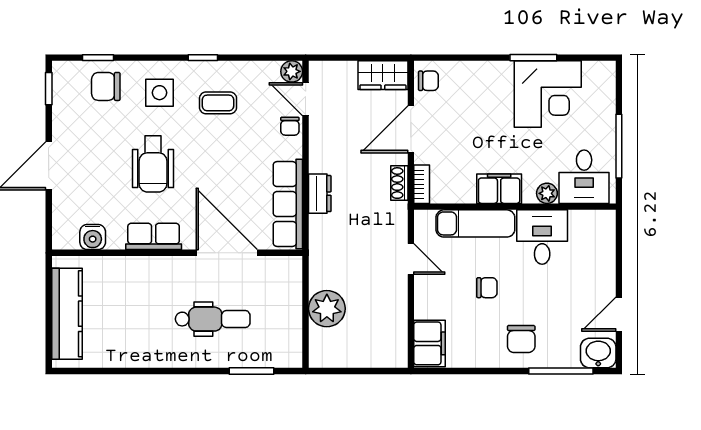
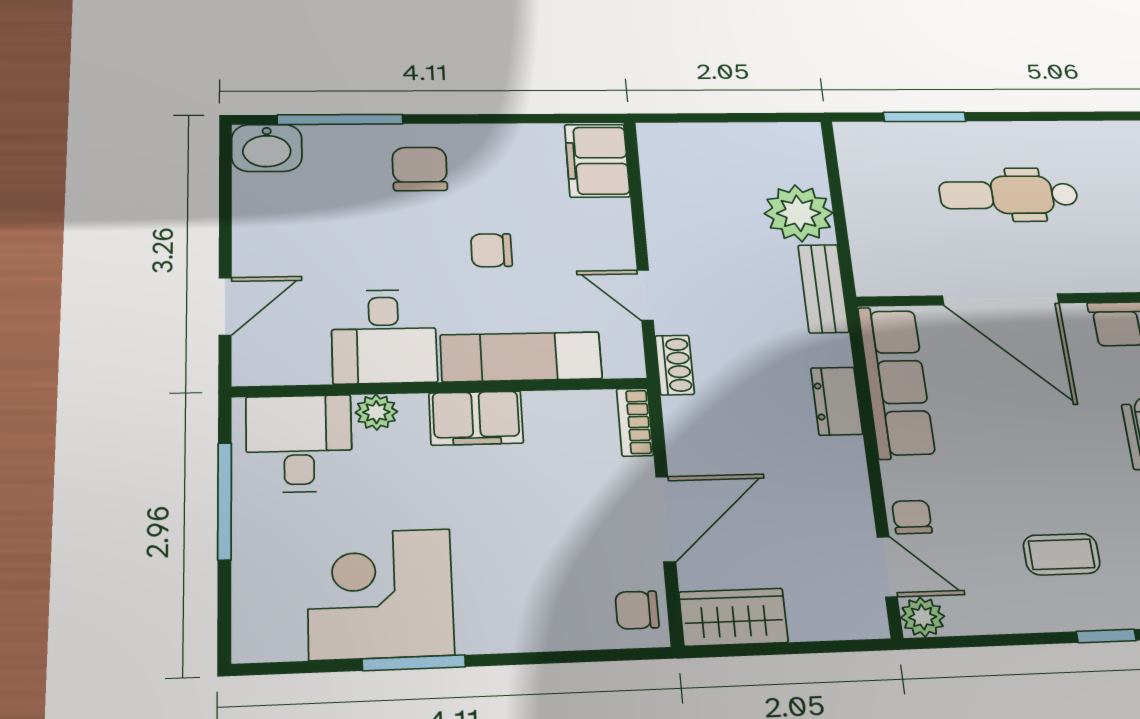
shoe rack: (399, 183) -> (675, 365), moved
bench: (319, 261) -> (823, 288), added
door: (619, 314) -> (225, 306), moved

